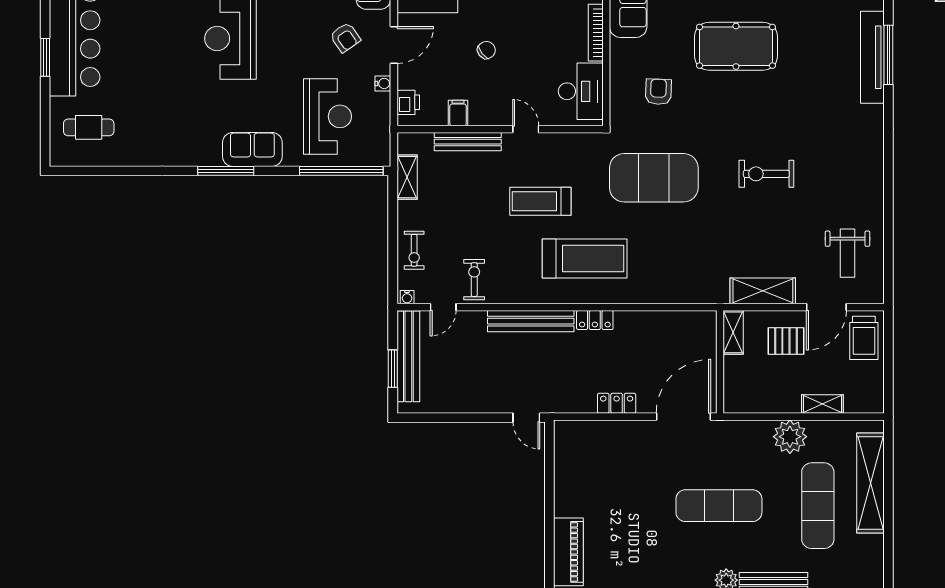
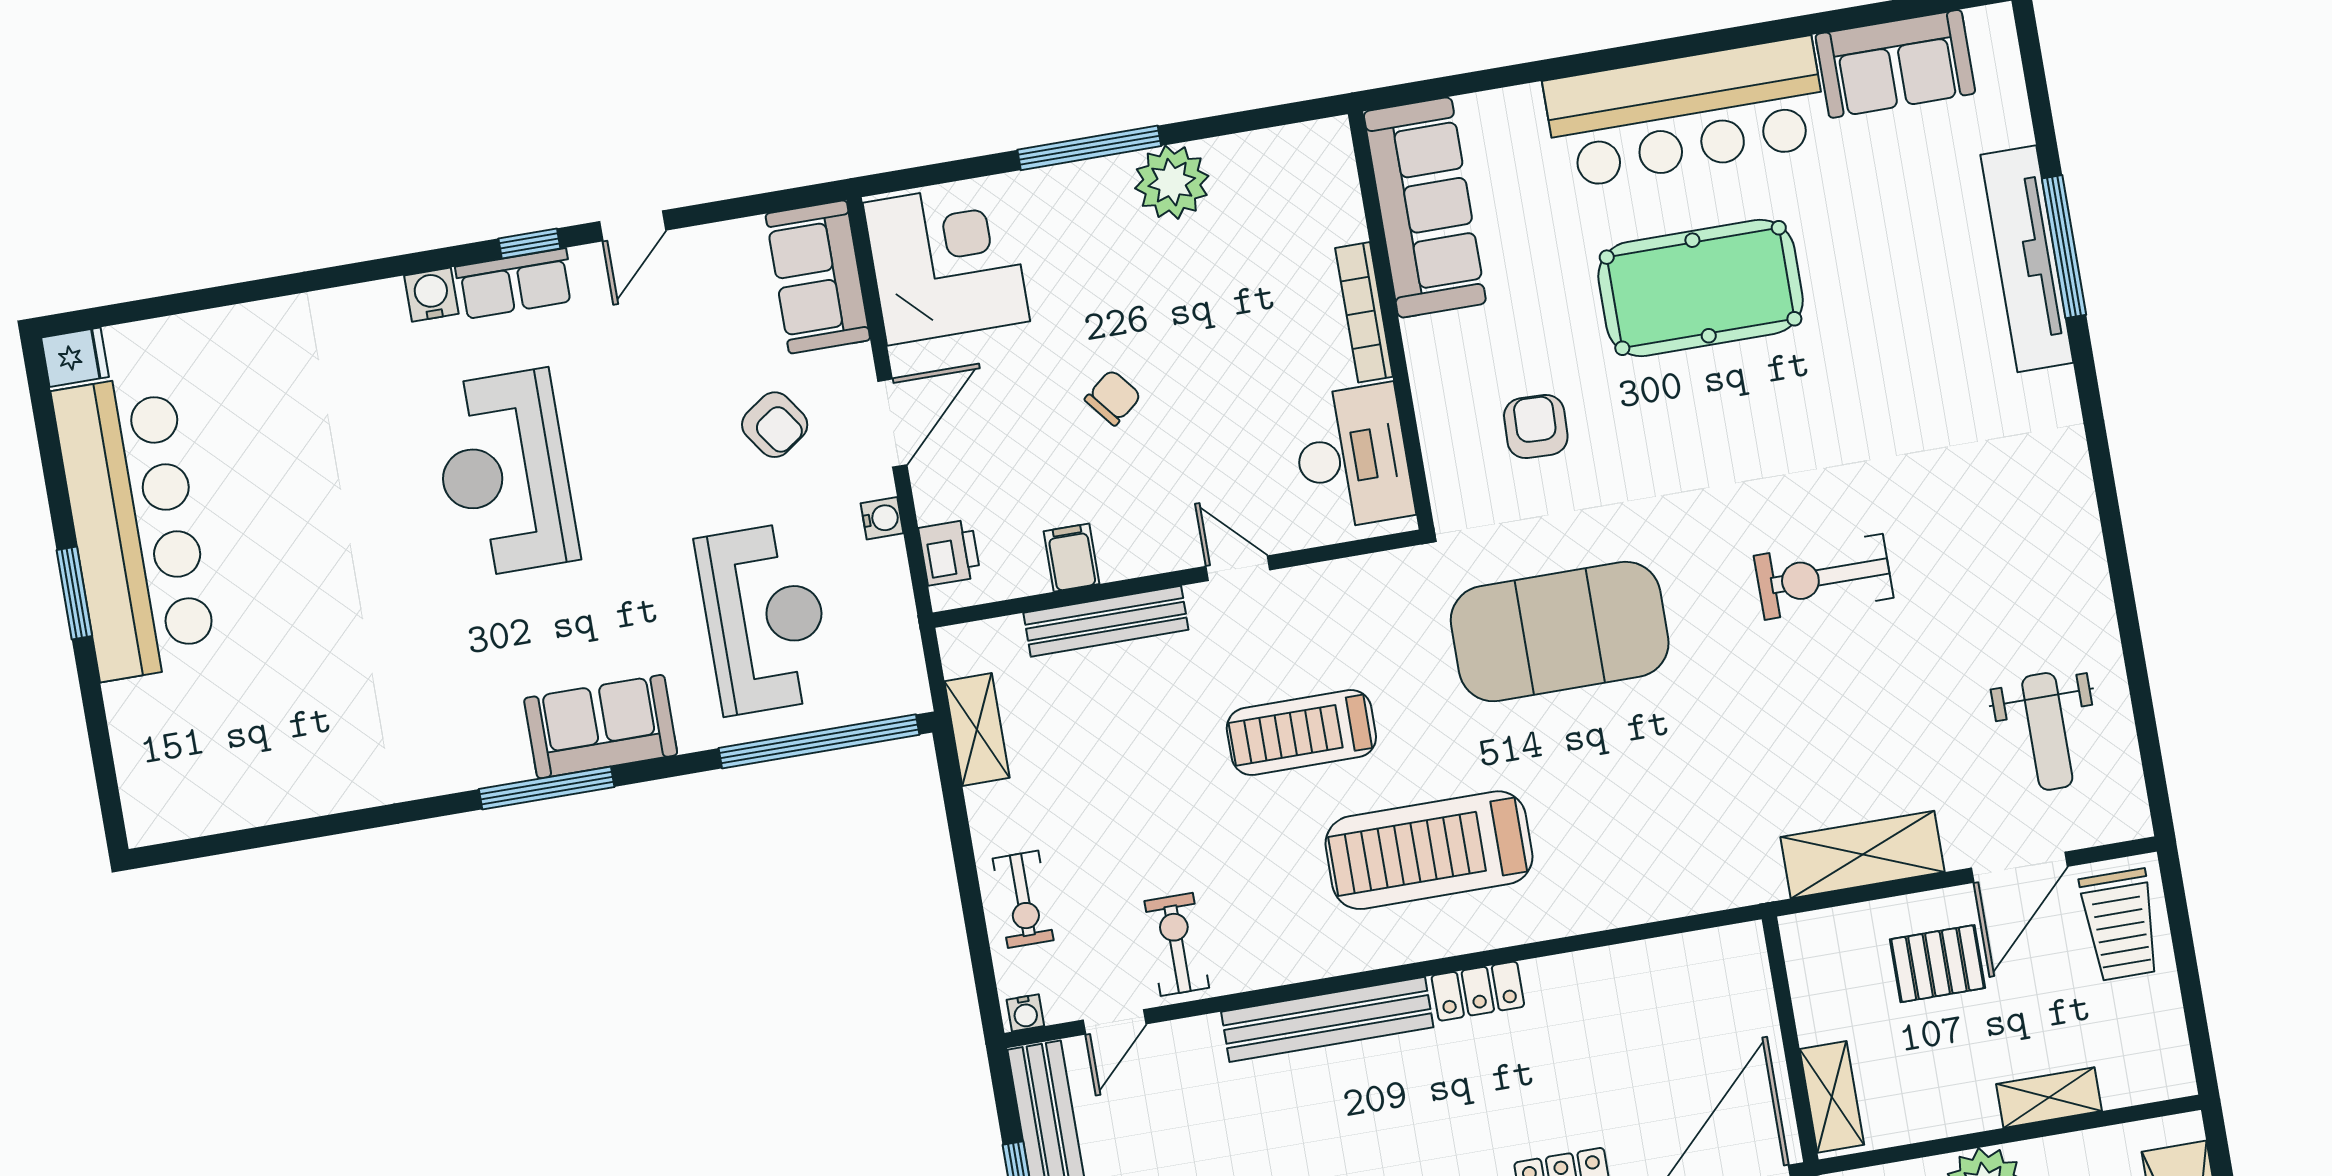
cafe table: (89, 127) -> (205, 741), removed
treadmill: (585, 259) -> (1429, 850), turned 180
shelving: (733, 332) -> (1832, 1097), moved

